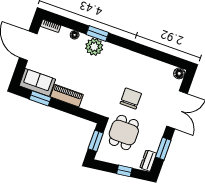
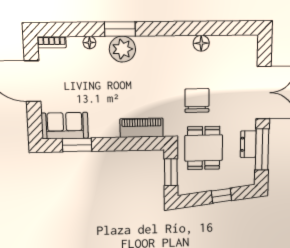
floor lamp: (179, 73) -> (201, 43), moved
piano: (67, 96) -> (142, 128), moved
window: (163, 149) -> (262, 149), width x1.44
dresser: (148, 161) -> (248, 144), moved

